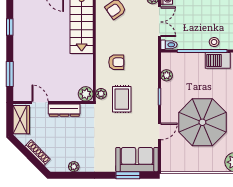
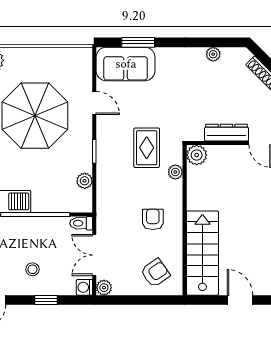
stool: (214, 42) -> (32, 269), moved
armchair: (116, 62) -> (153, 219), moved, turned 90
plant: (101, 94) -> (175, 172), moved
door: (159, 131) -> (94, 103), swing flipped

